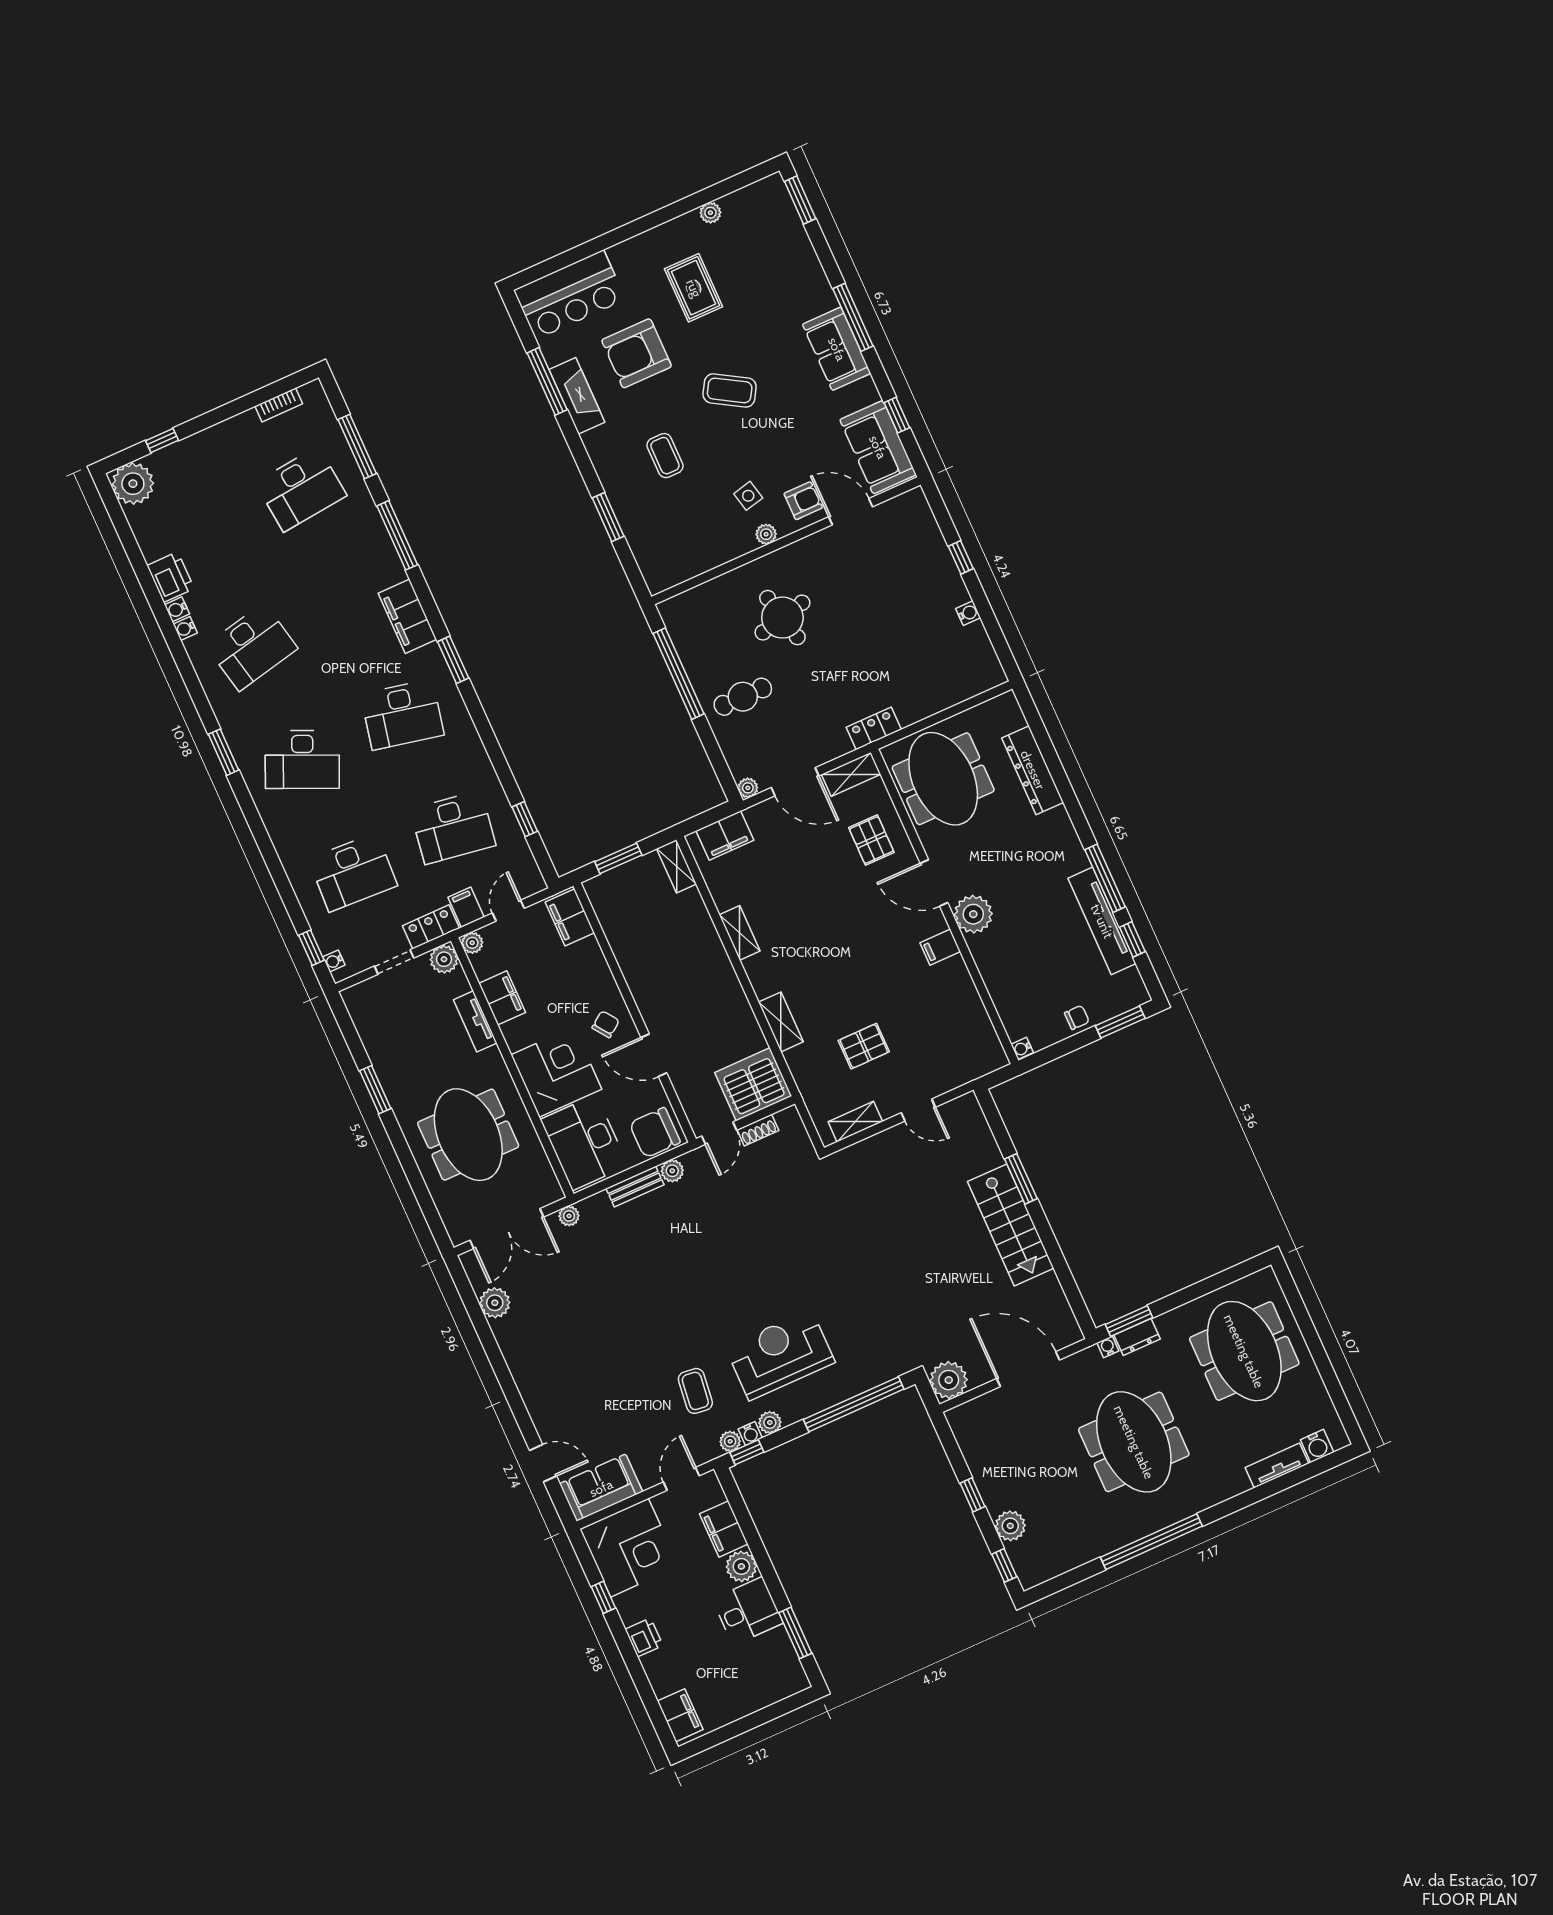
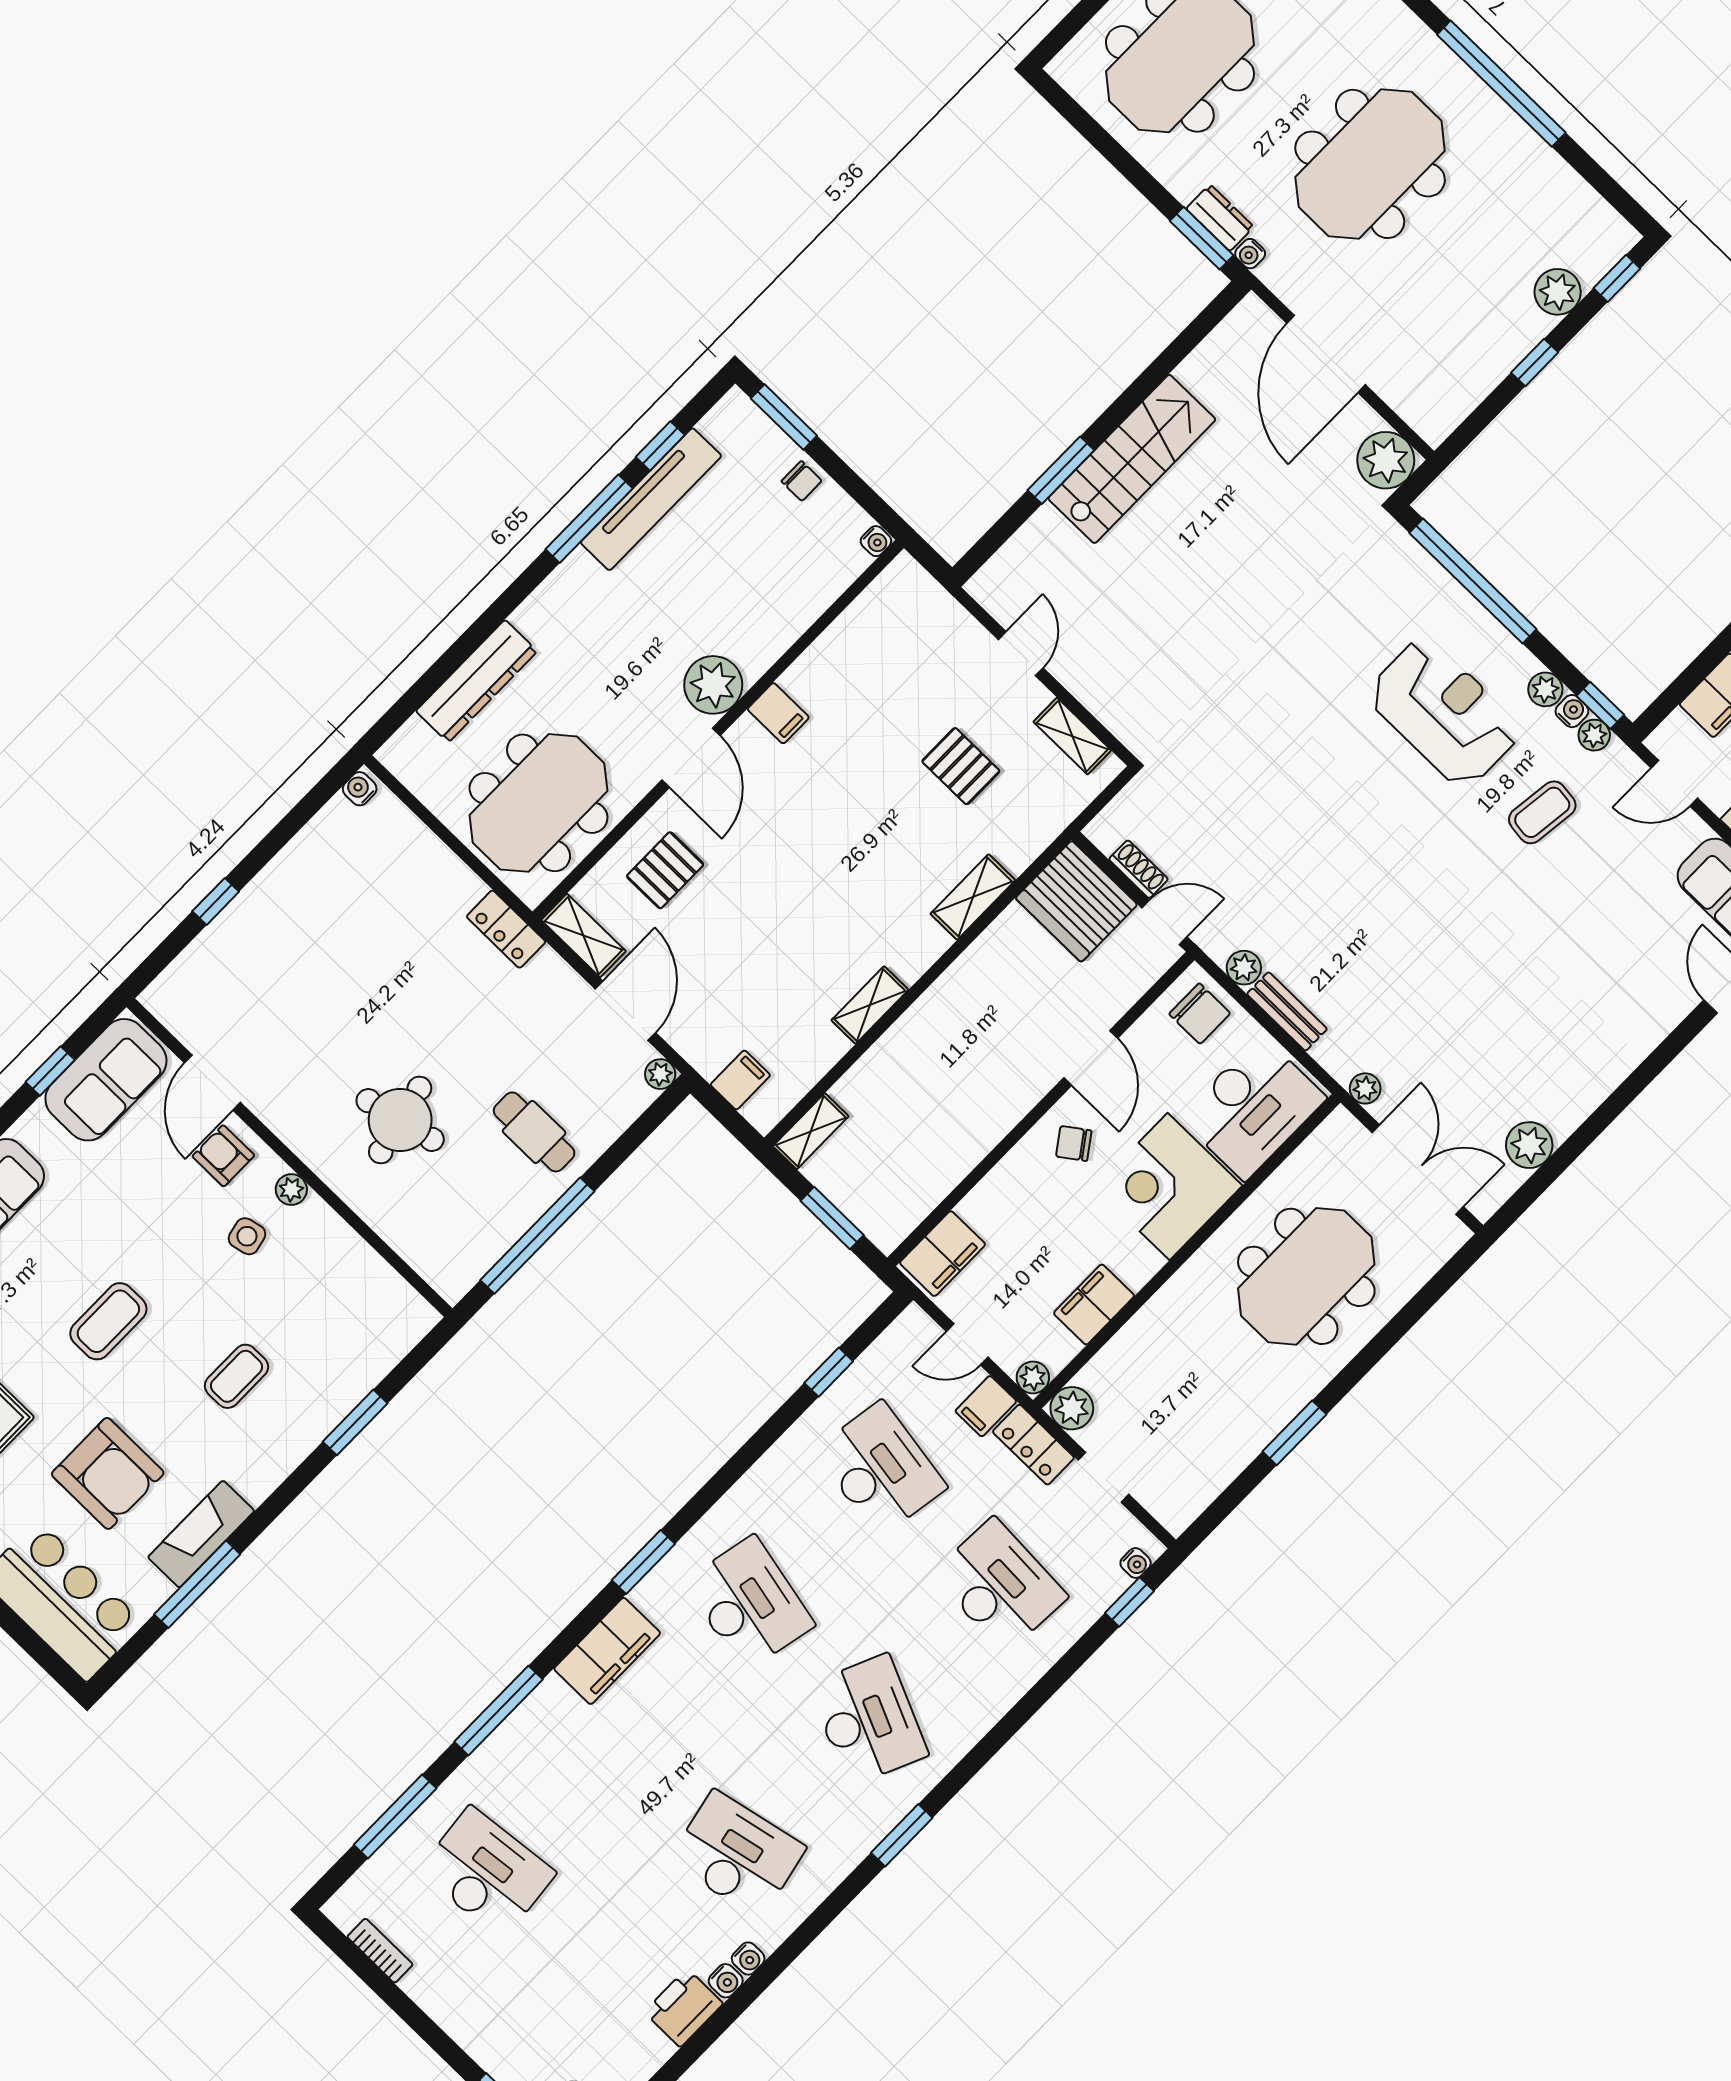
coffee table: (730, 390) -> (108, 1321), turned 59
water cooler: (968, 613) -> (360, 789), moved
filing cabinet: (725, 836) -> (740, 1080), width x0.50
chair: (1077, 1017) -> (802, 481), turned 180
tv unit: (475, 1021) -> (1142, 1330), removed
chair: (655, 1133) -> (1200, 1014), width x0.73, depth x0.73
reception desk: (780, 1355) -> (1444, 713), turned 180

